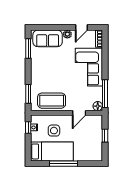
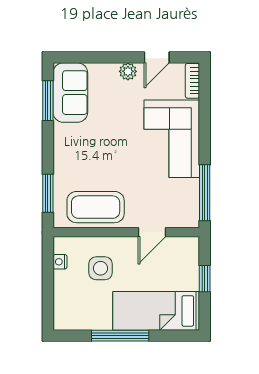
sofa: (48, 38) -> (70, 93), moved, turned -90
floor lamp: (98, 106) -> (190, 218), removed
window: (28, 127) -> (48, 262), removed
bed: (52, 151) -> (156, 311), moved, turned 180

